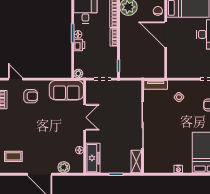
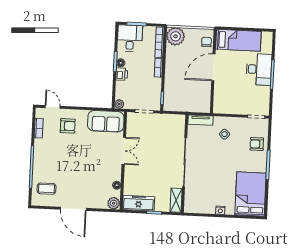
door: (166, 35) -> (213, 67), hinge flipped
freezer: (93, 158) -> (138, 203), moved, turned -90
plant: (64, 167) -> (114, 203), moved

